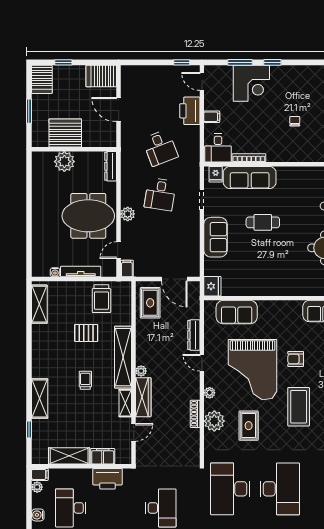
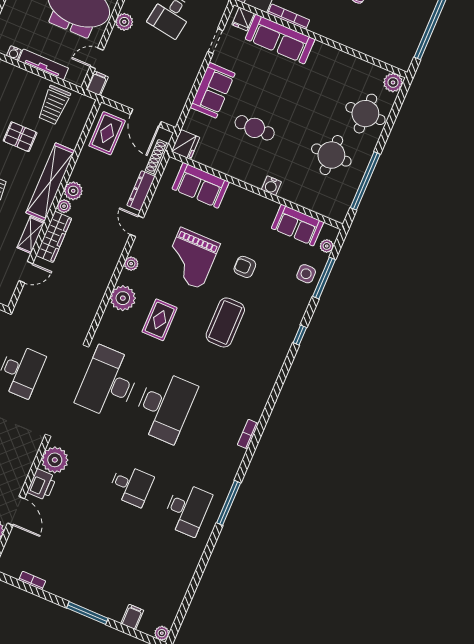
cafe table: (263, 222) -> (255, 128), moved
water cooler: (290, 290) -> (271, 186), added
plant: (143, 357) -> (73, 191), added
grand piano: (253, 370) -> (191, 258), width x0.73, depth x0.68
shoe rack: (195, 414) -> (157, 157), moved

